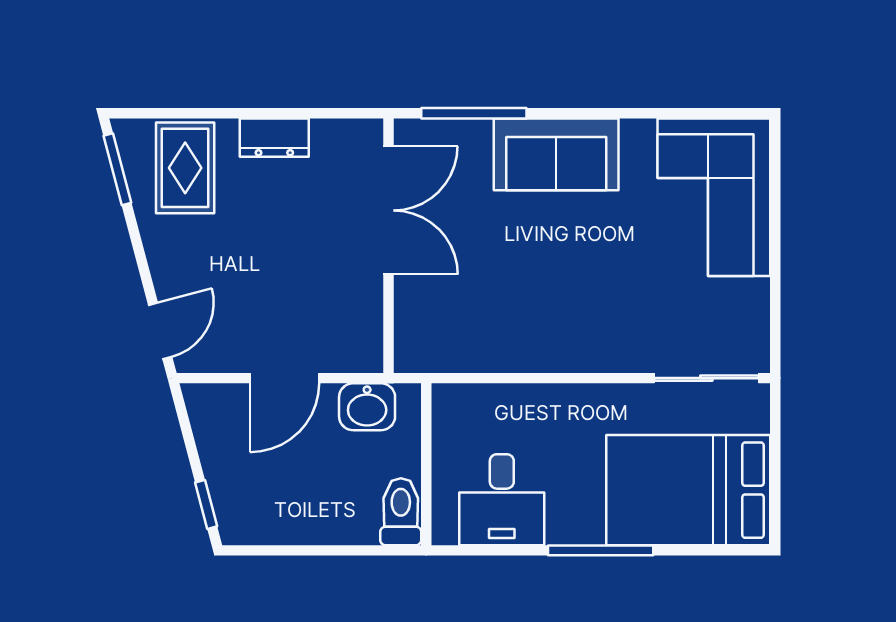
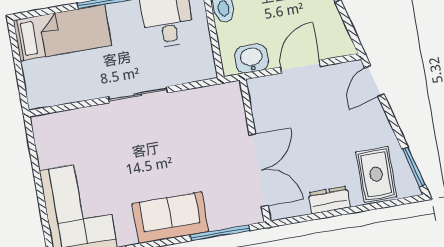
double door: (388, 210) -> (259, 170), swing flipped
sliding door: (706, 378) -> (138, 95), moved
bed: (688, 490) -> (62, 33), width x0.67

